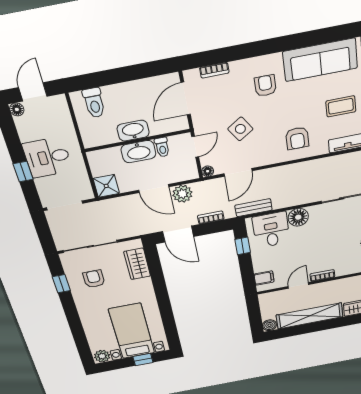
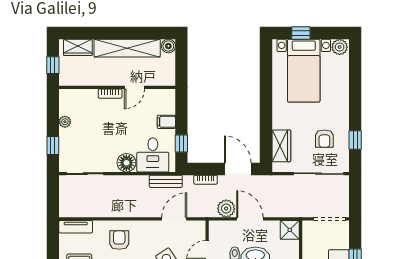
floor lamp: (208, 171) -> (200, 225), removed
filing cabinet: (264, 278) -> (166, 122), moved

